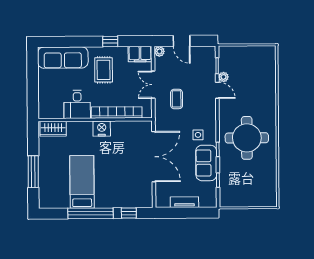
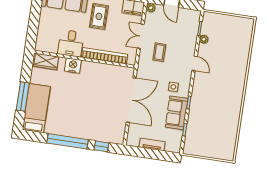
door: (217, 90) -> (195, 63), moved
nightstand: (102, 129) -> (73, 66), moved
round table: (247, 138) -> (216, 96), removed
bed: (82, 182) -> (36, 108), moved

